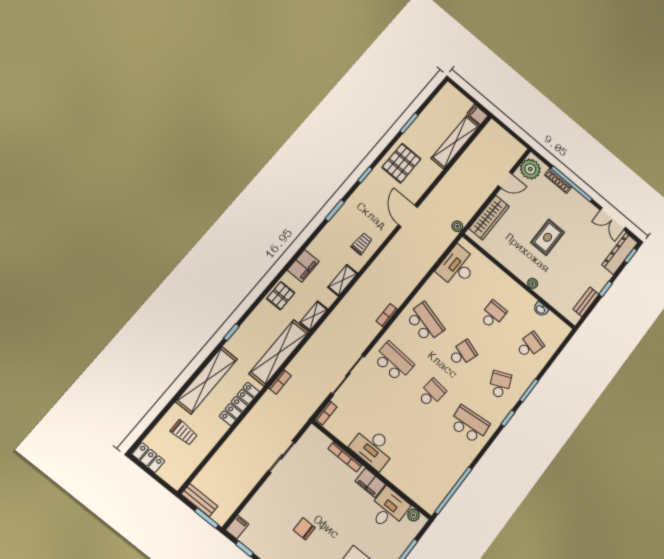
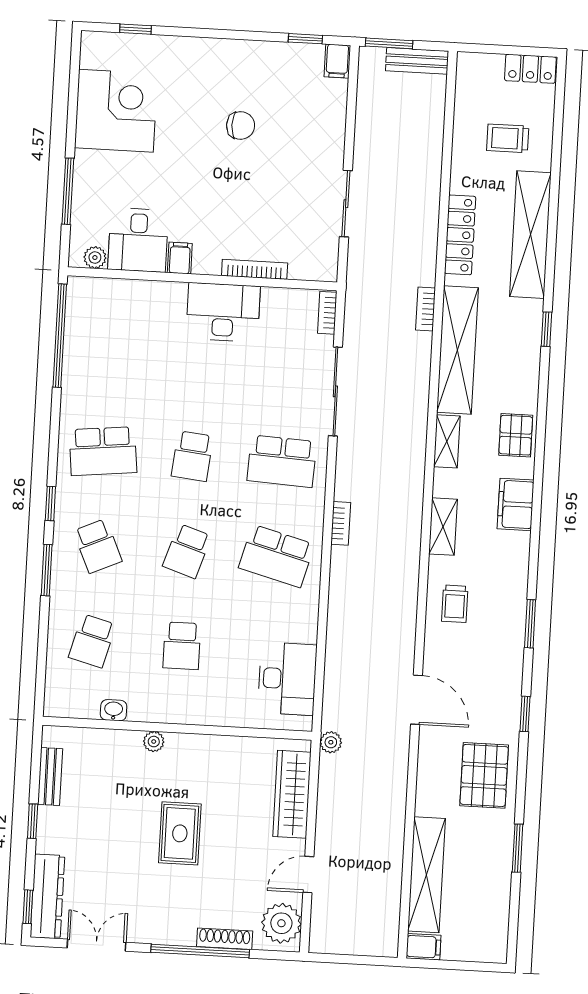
filing cabinet: (370, 483) -> (180, 258), width x0.50

